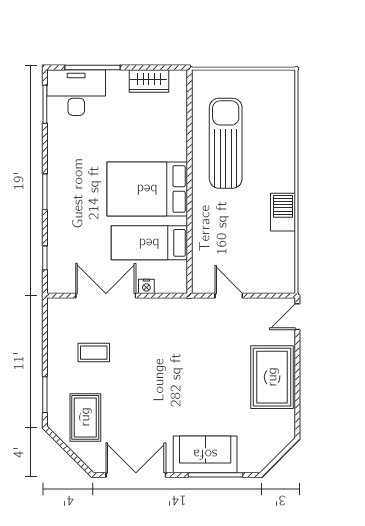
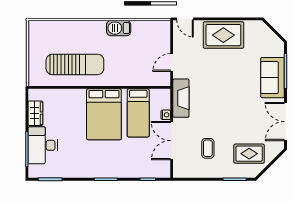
desk: (76, 93) -> (43, 145), moved
sun lounger: (226, 143) -> (75, 64), turned 180
fireplace: (173, 310) -> (181, 98), added

